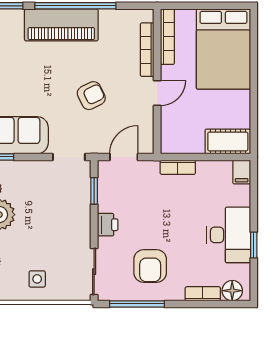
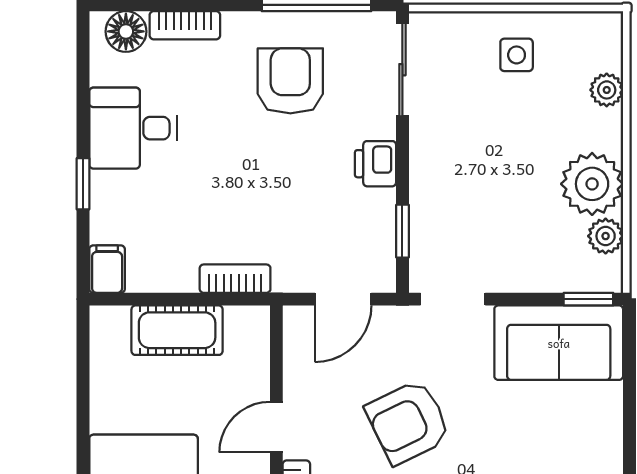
armchair: (91, 96) -> (408, 422), width x1.38, depth x1.38
cot: (228, 141) -> (177, 330), moved
desk: (229, 235) -> (133, 128), width x0.73
window: (254, 245) -> (83, 184), moved

